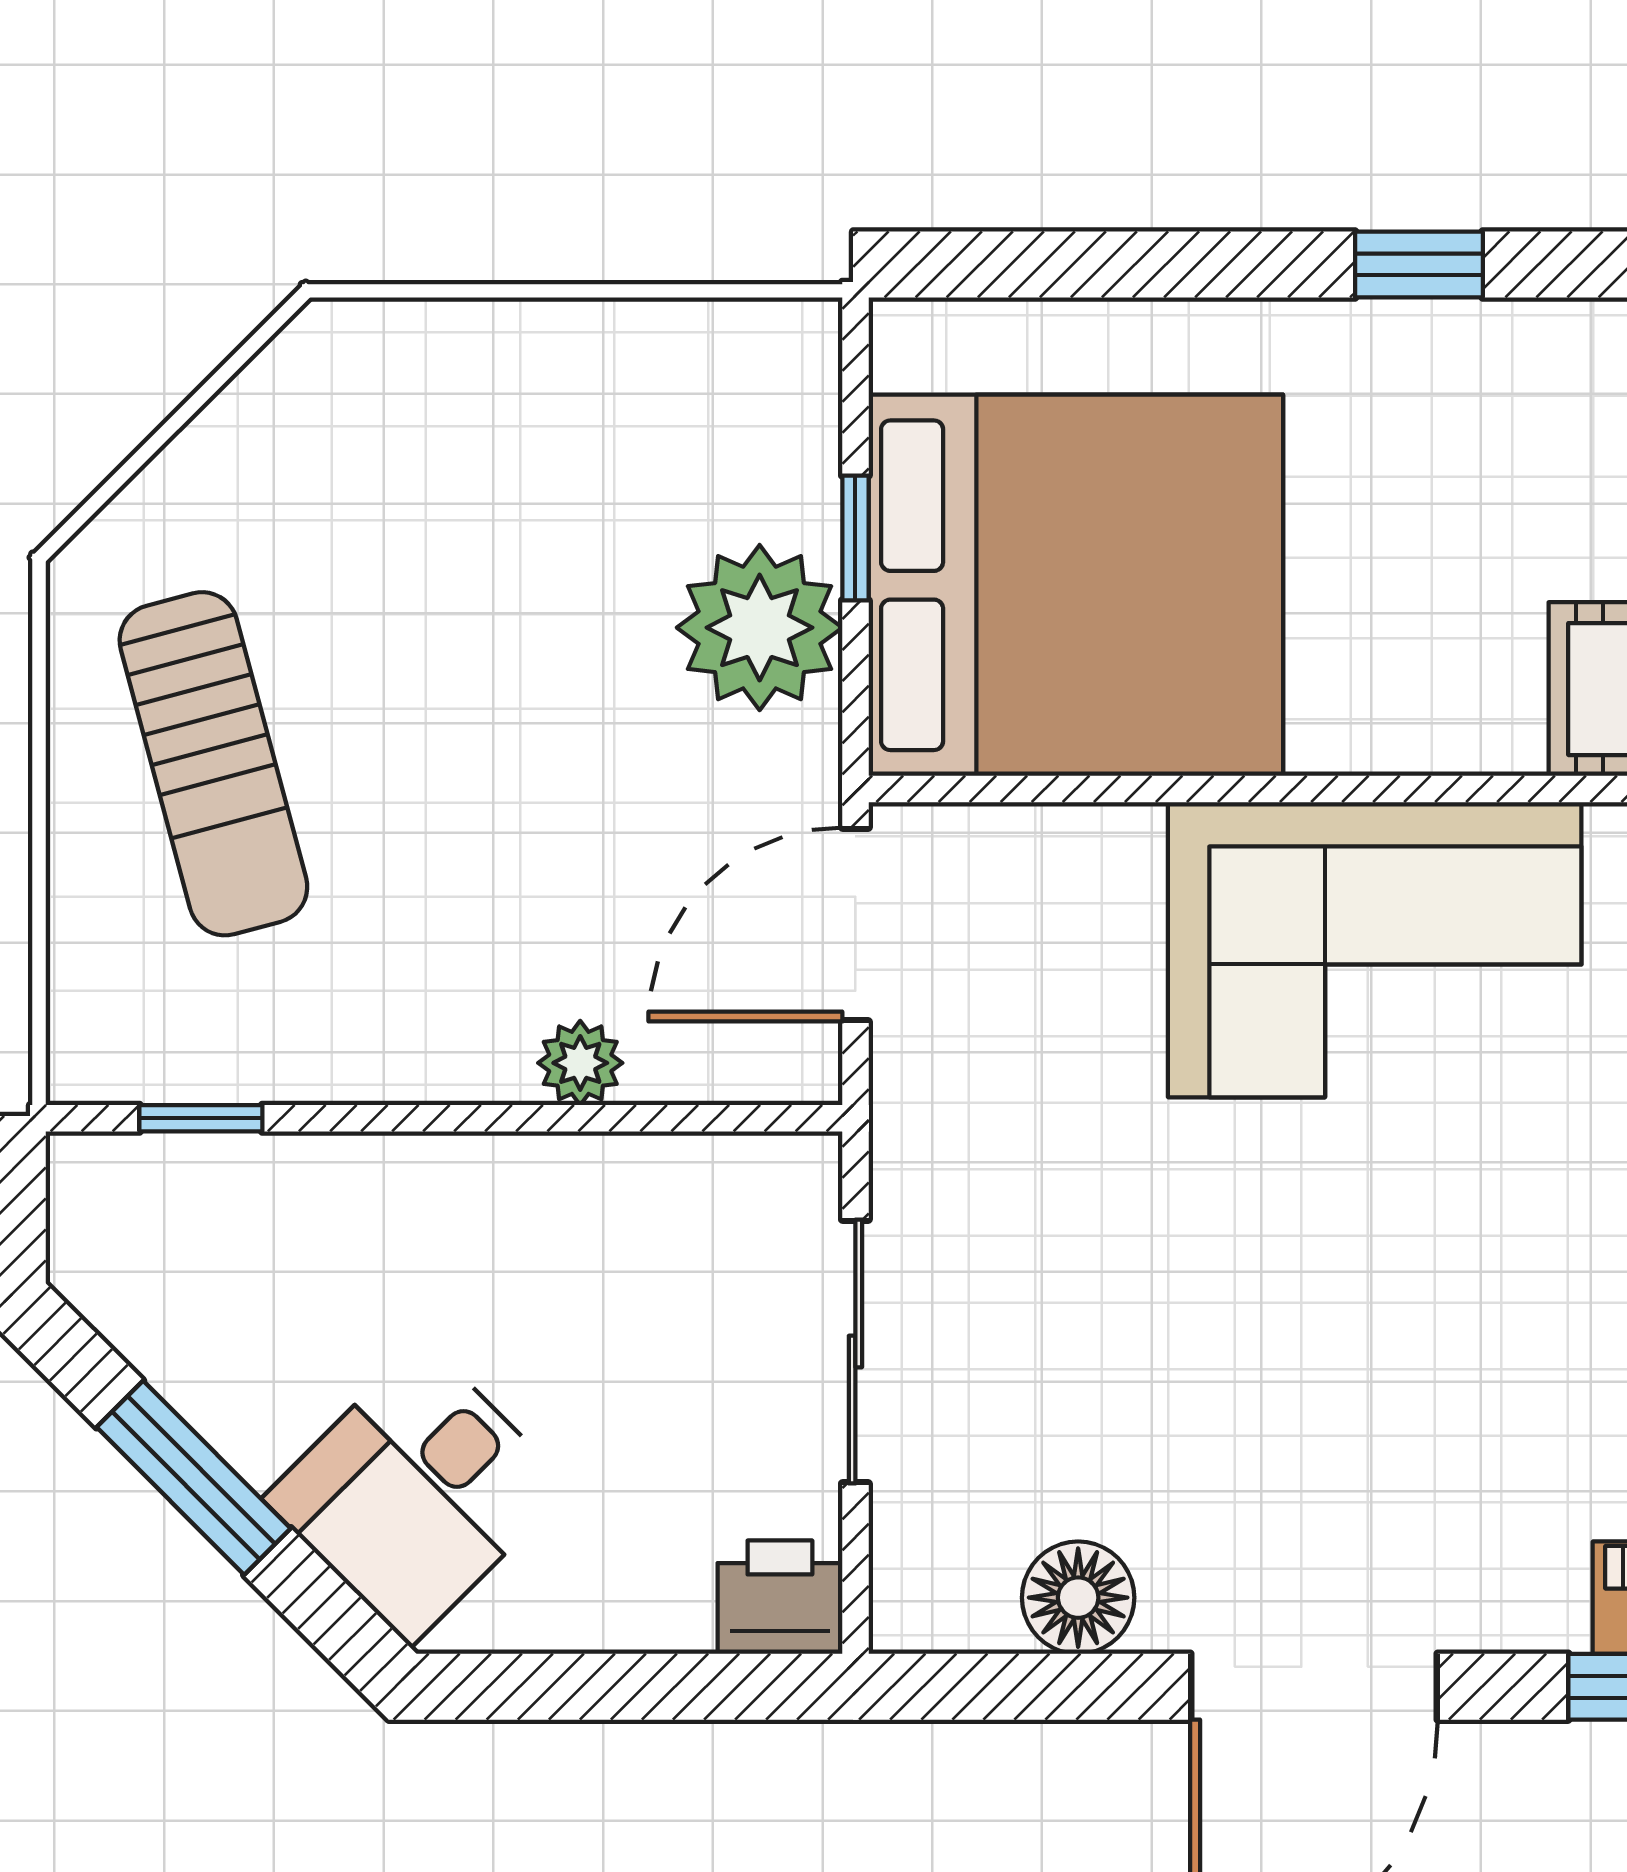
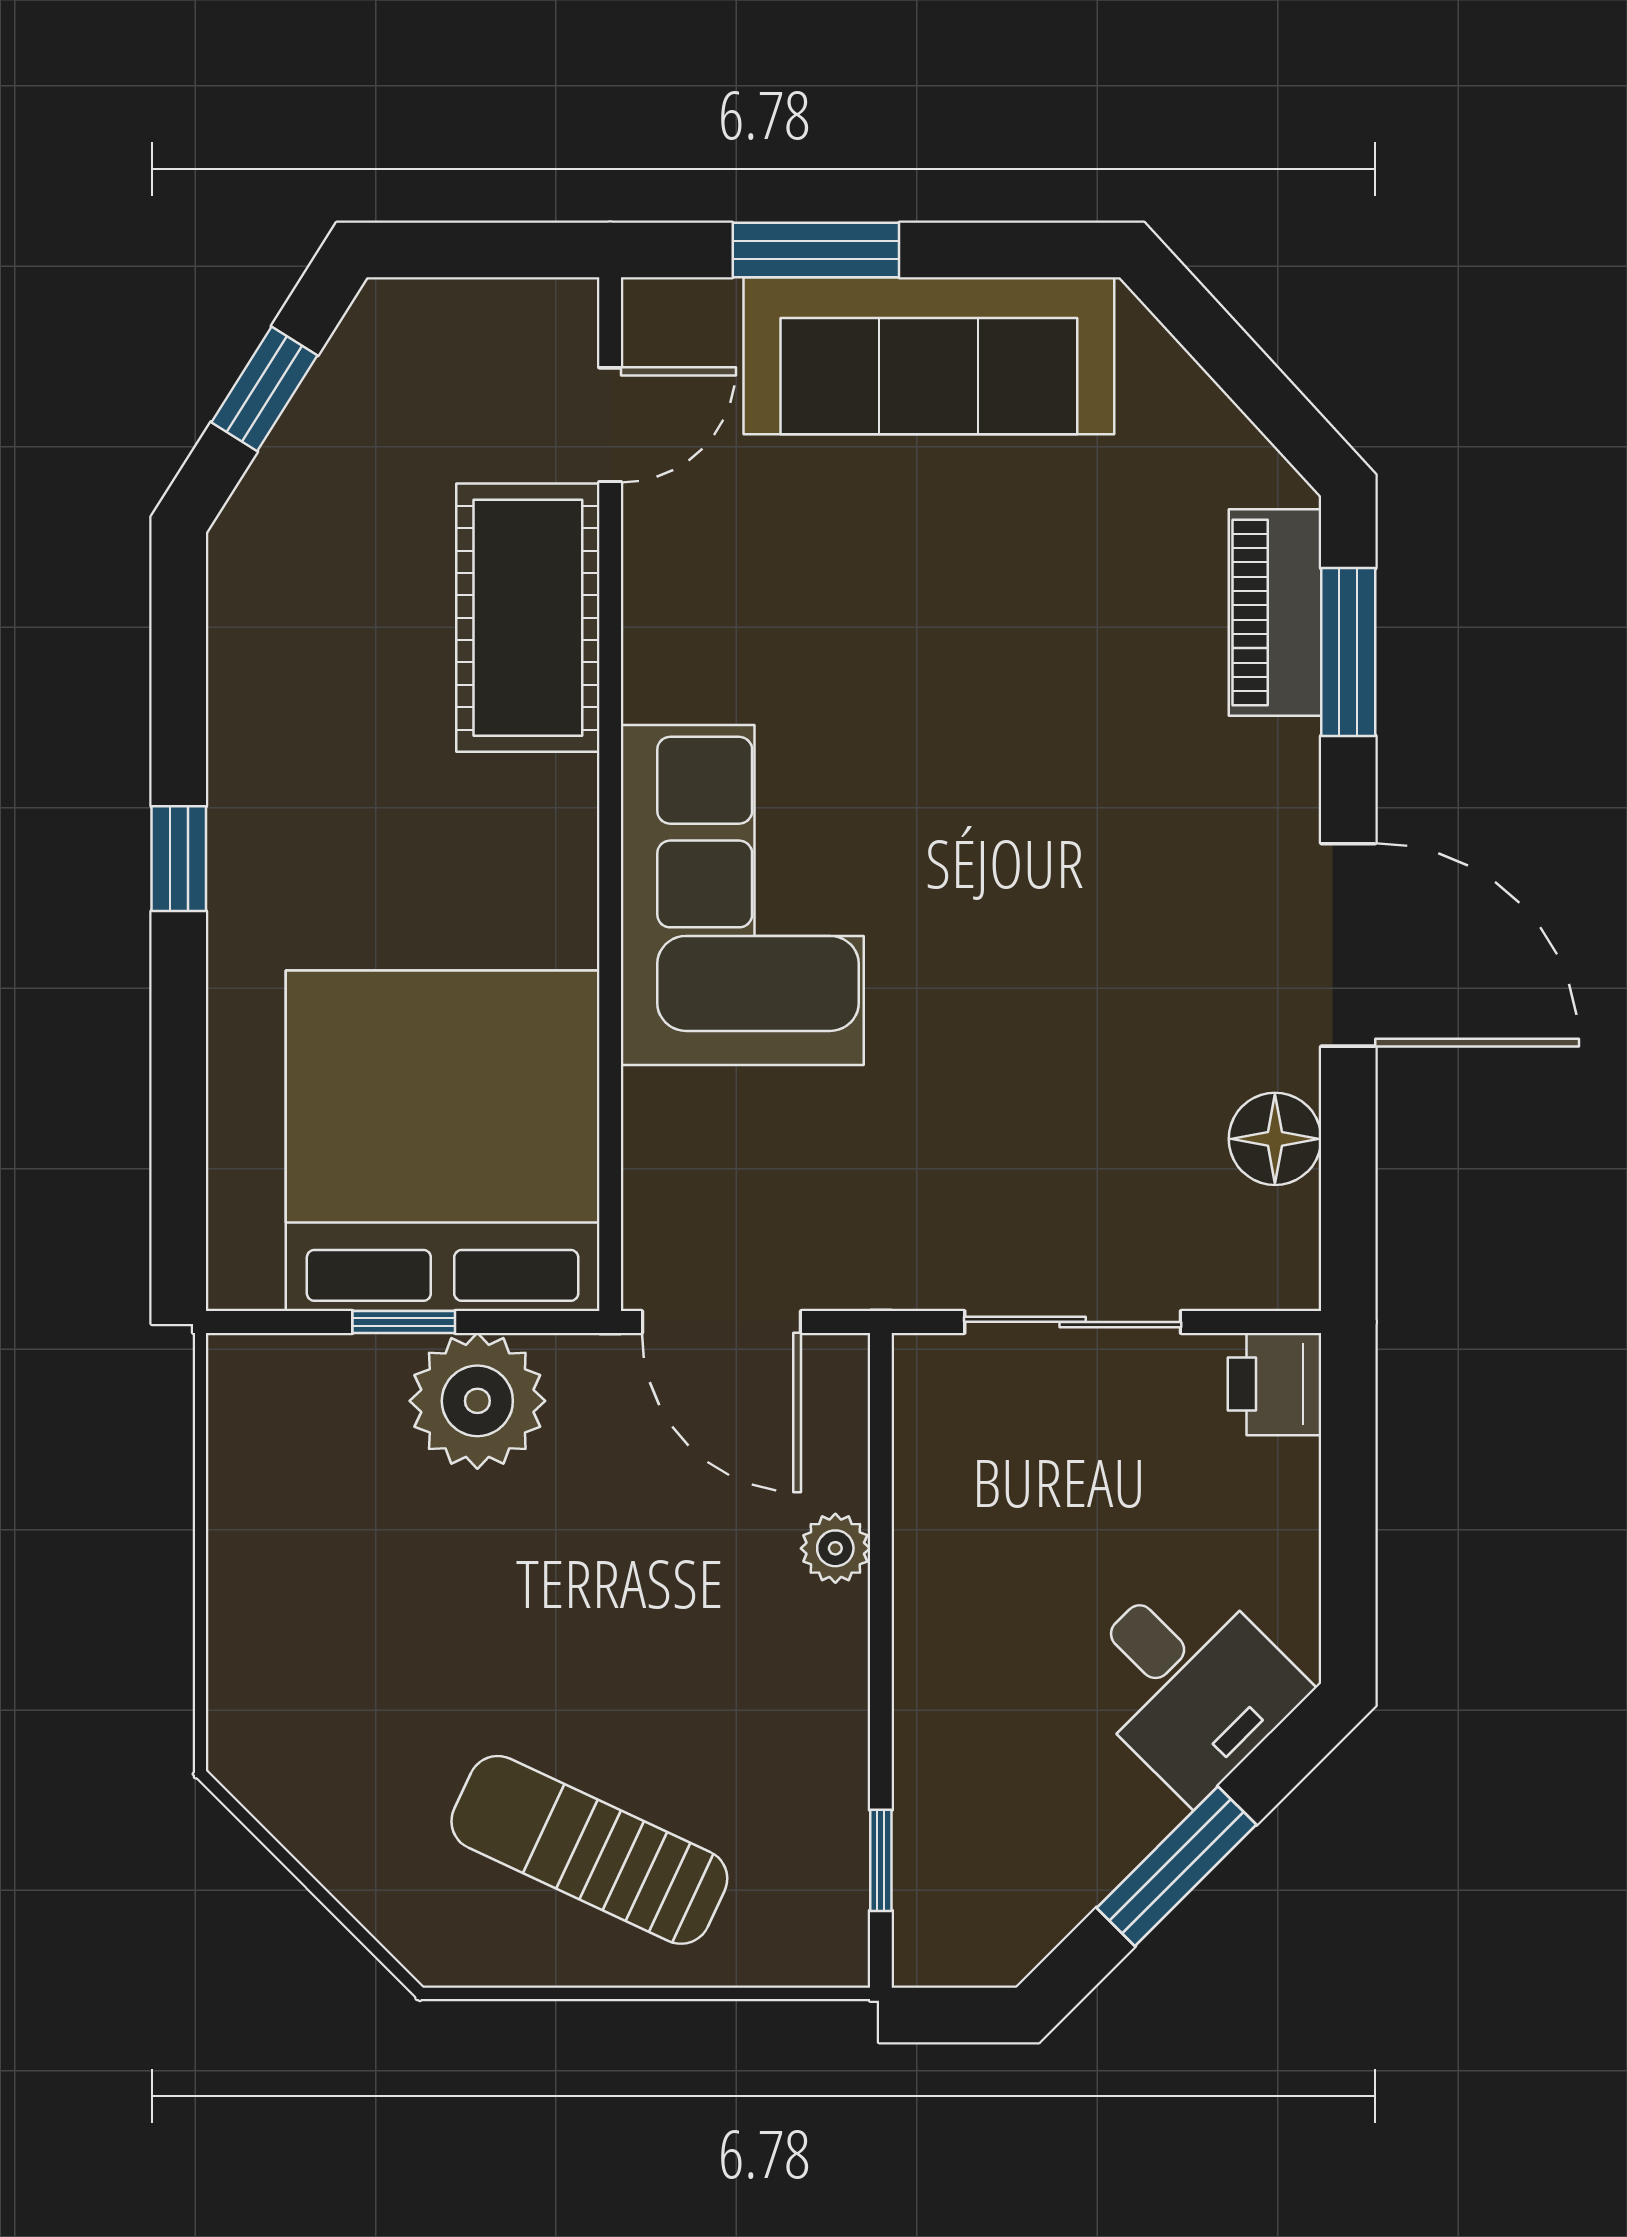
sun lounger: (213, 764) -> (589, 1850), turned -140

